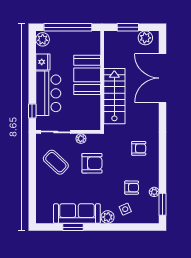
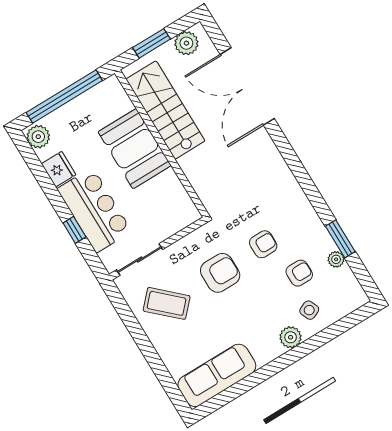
stairs: (114, 96) -> (165, 110), moved
window: (32, 111) -> (74, 230), moved
plant: (81, 139) -> (182, 247), removed
armchair: (139, 148) -> (263, 244), moved
window: (163, 204) -> (340, 239), moved
sofa: (77, 214) -> (217, 375), moved
window: (73, 227) -> (249, 383), removed

